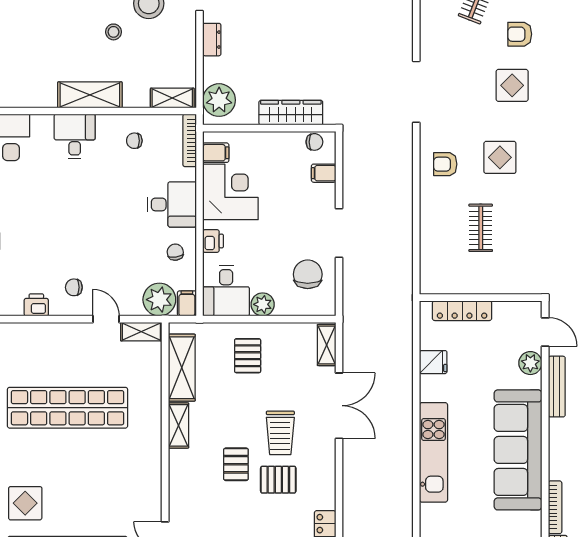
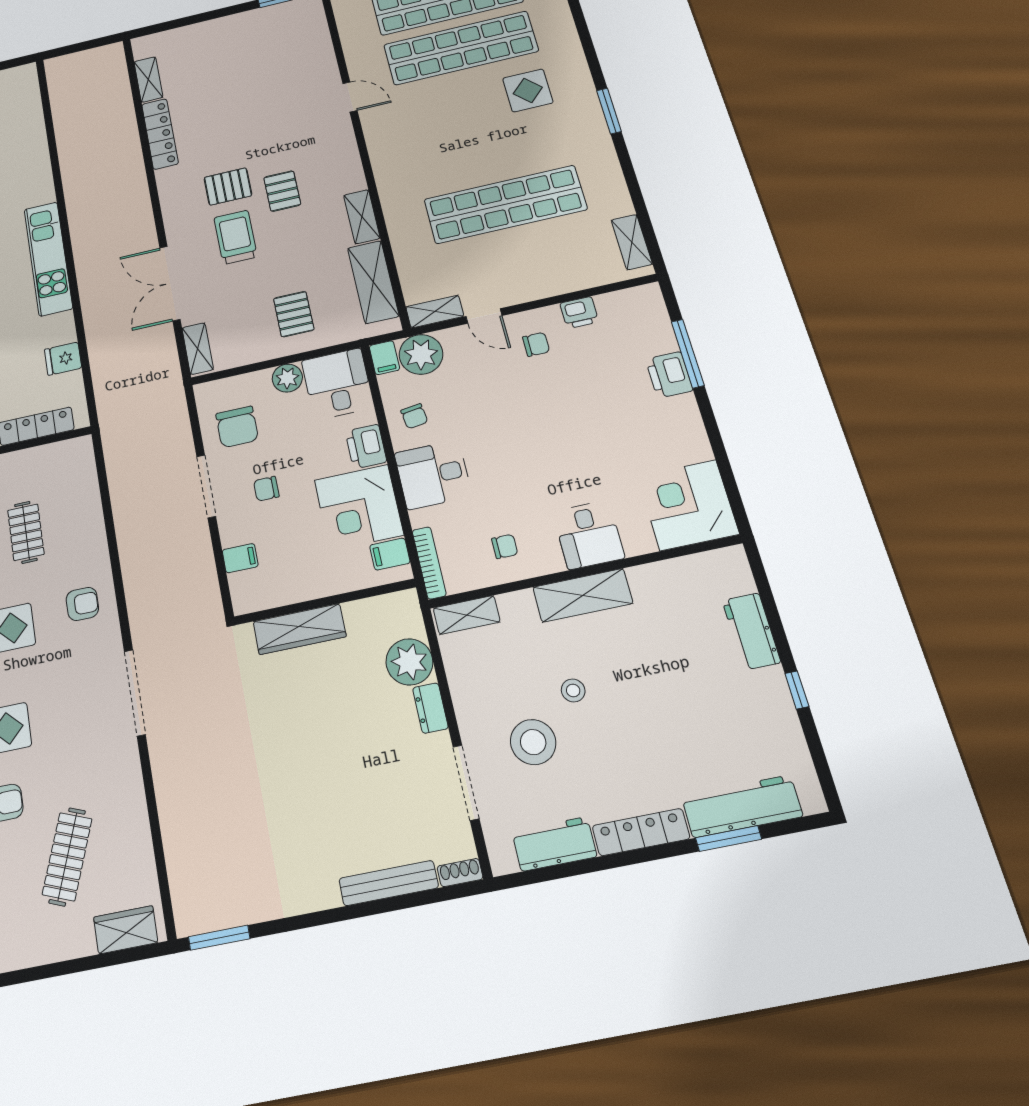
plant: (219, 100) -> (409, 662), moved
chair: (314, 142) -> (266, 489), moved
printer: (213, 241) -> (366, 447), width x1.36, depth x1.24

